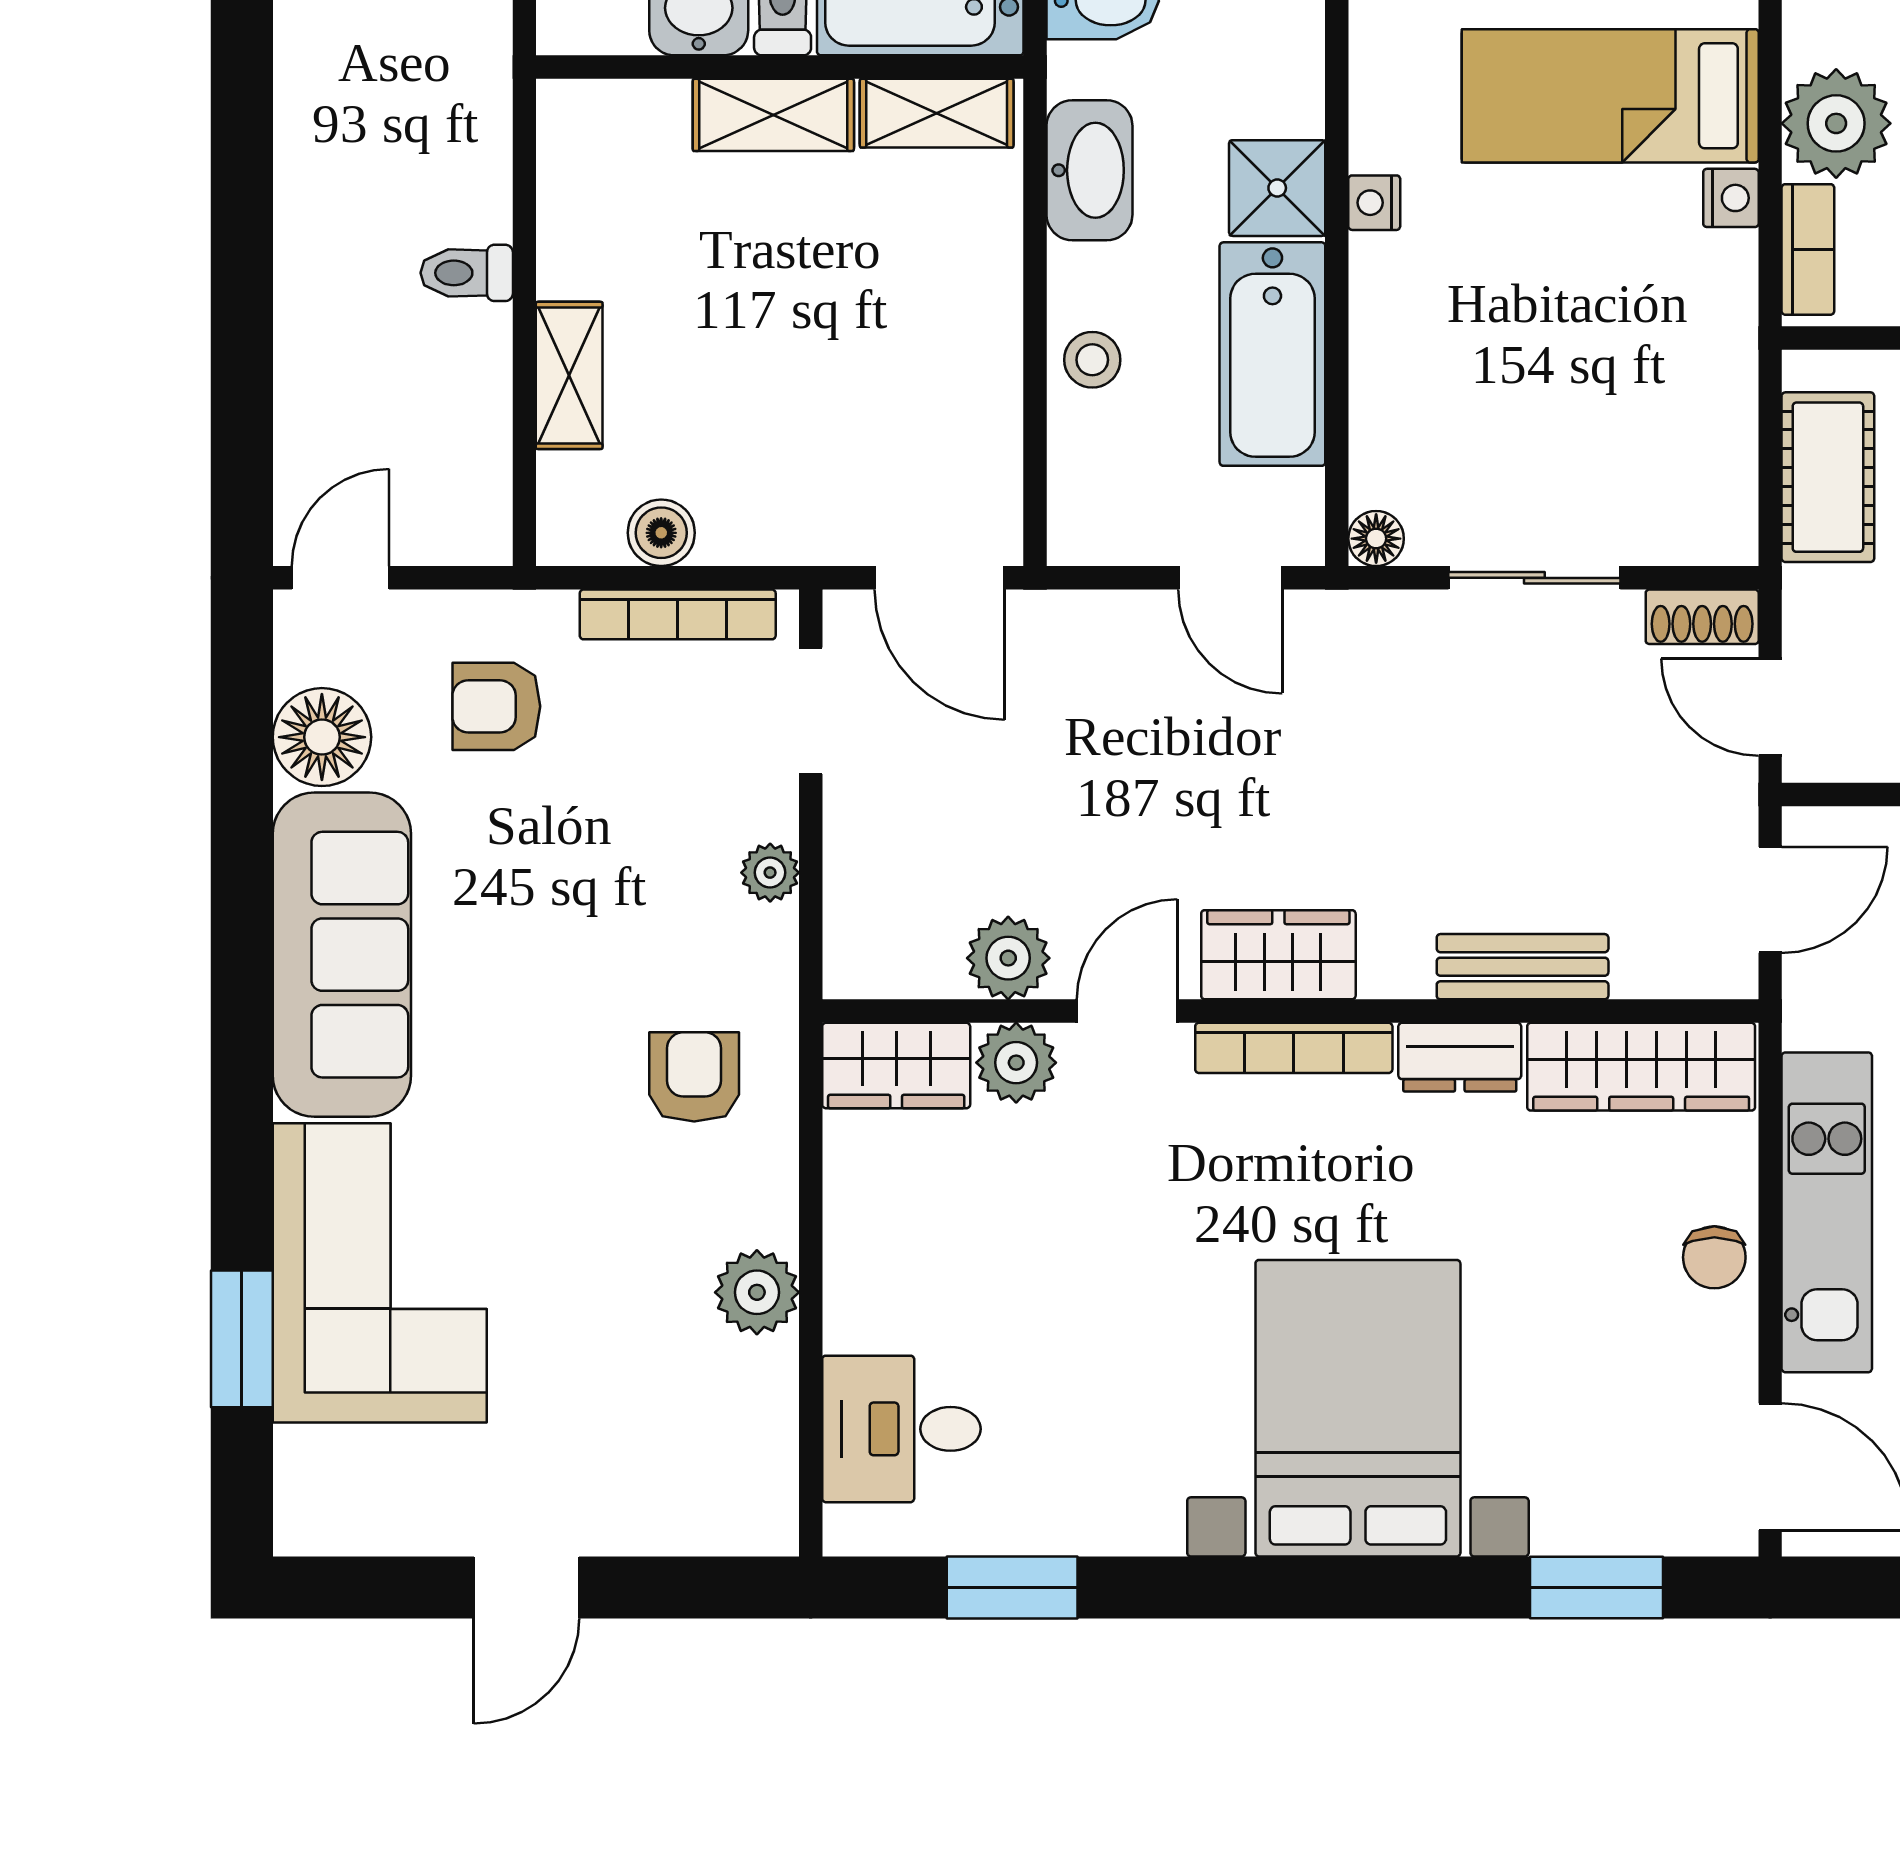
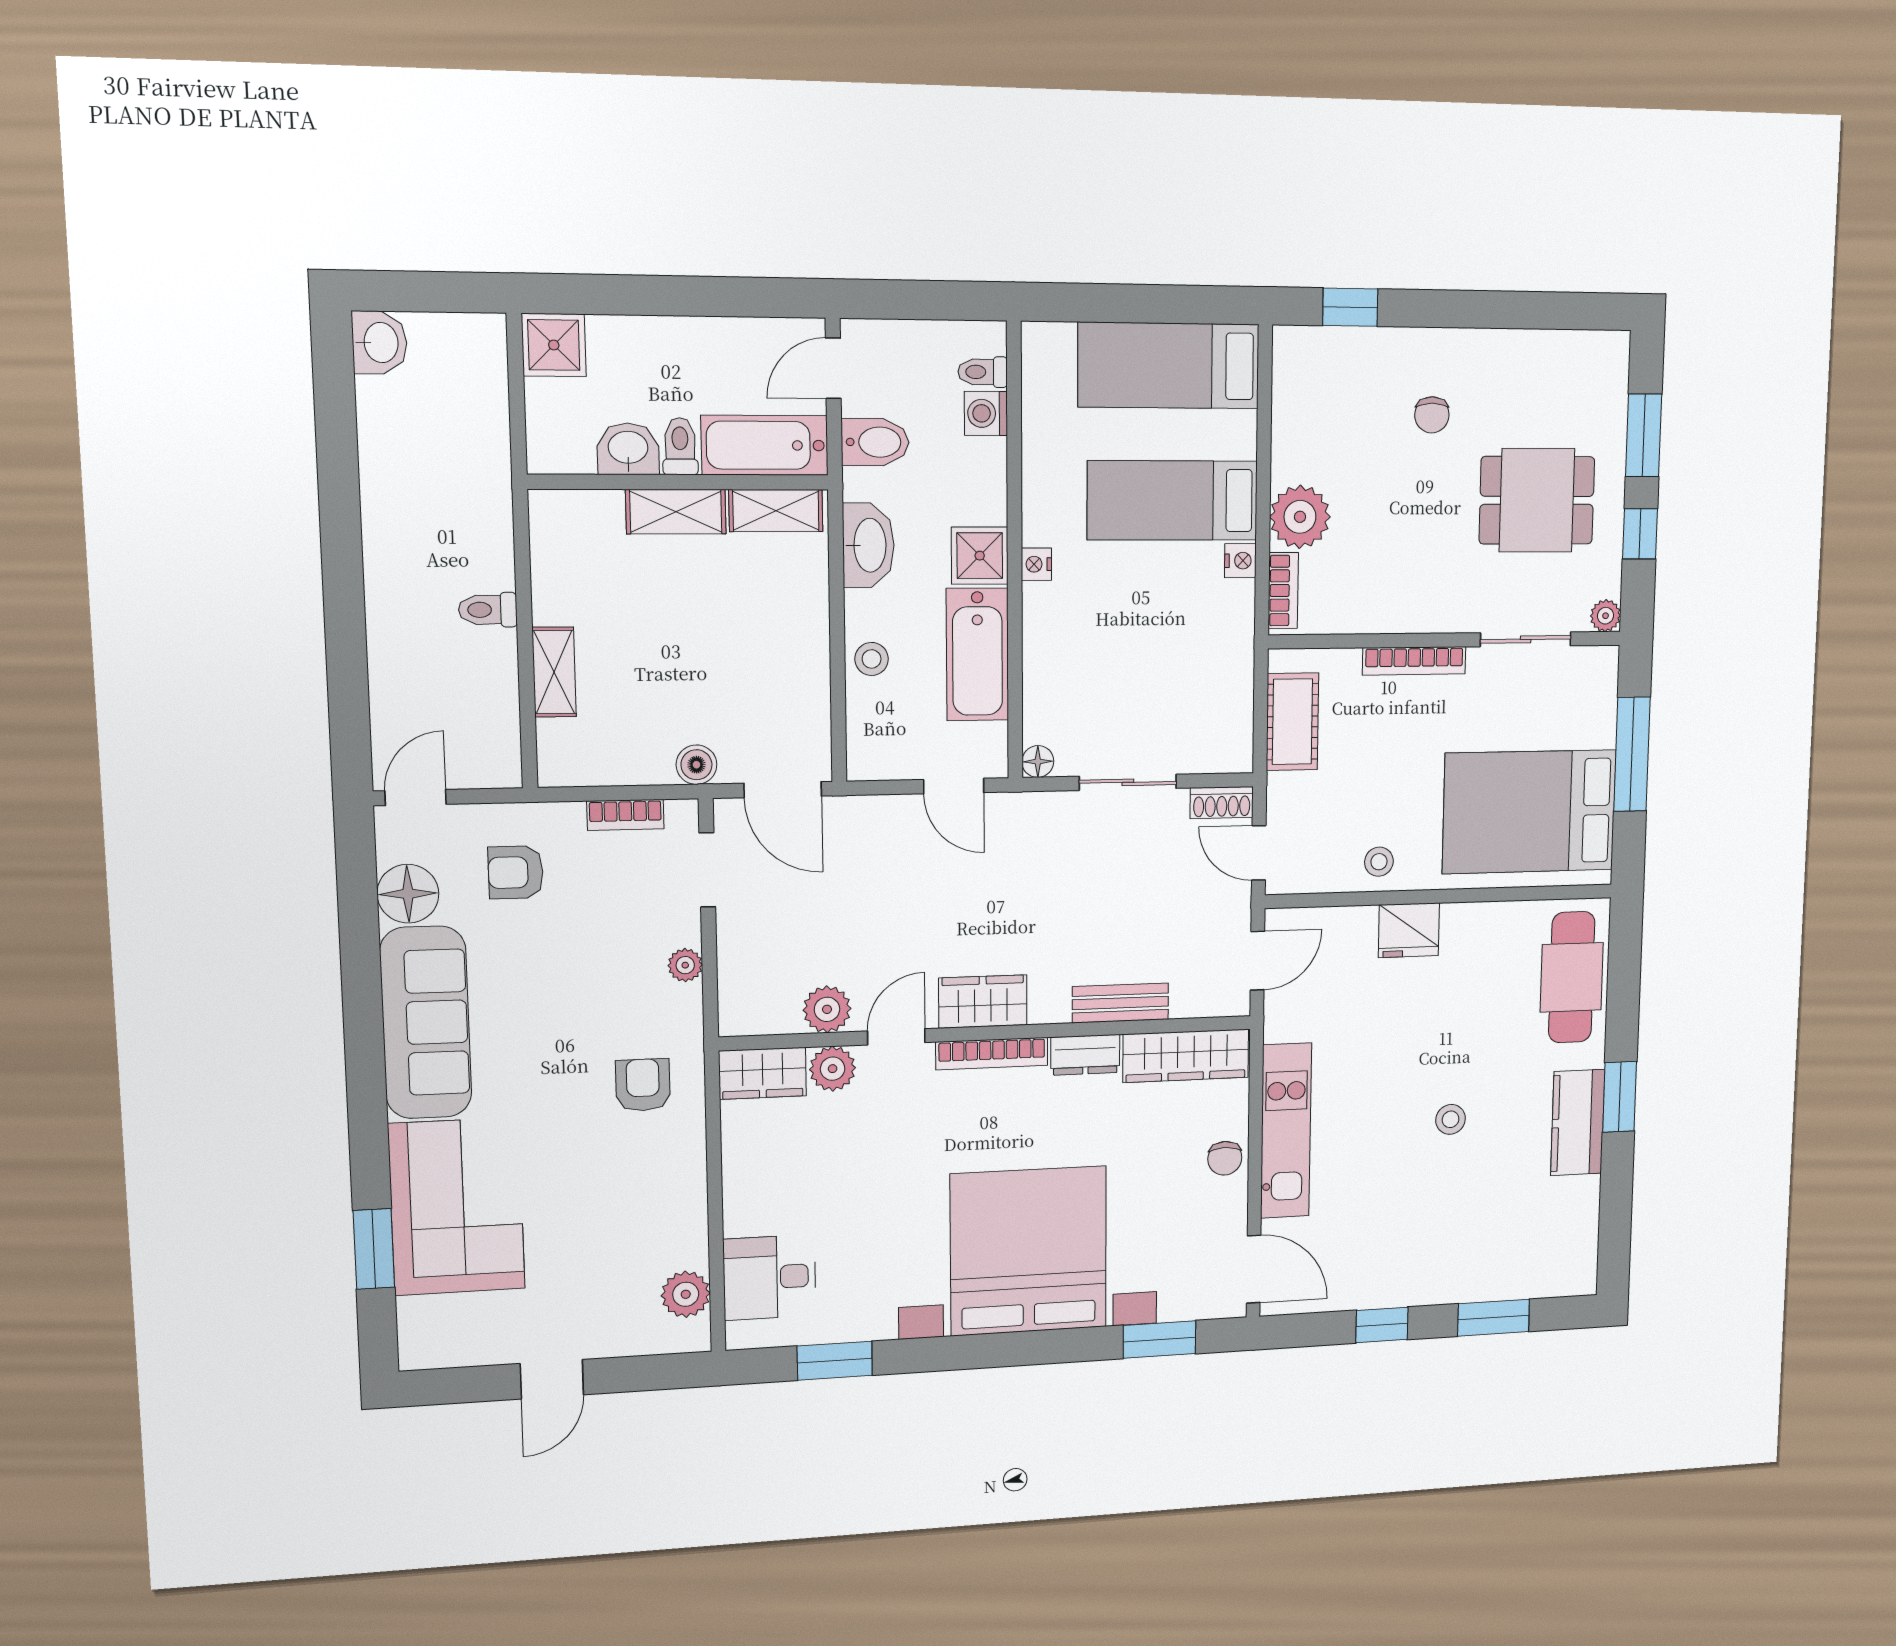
boiler: (661, 533) -> (696, 765), moved
bookcase: (678, 614) -> (625, 815), width x0.64
plant: (757, 1292) -> (686, 1294), moved
bed with nightstands: (1358, 1408) -> (1029, 1251), width x1.36

